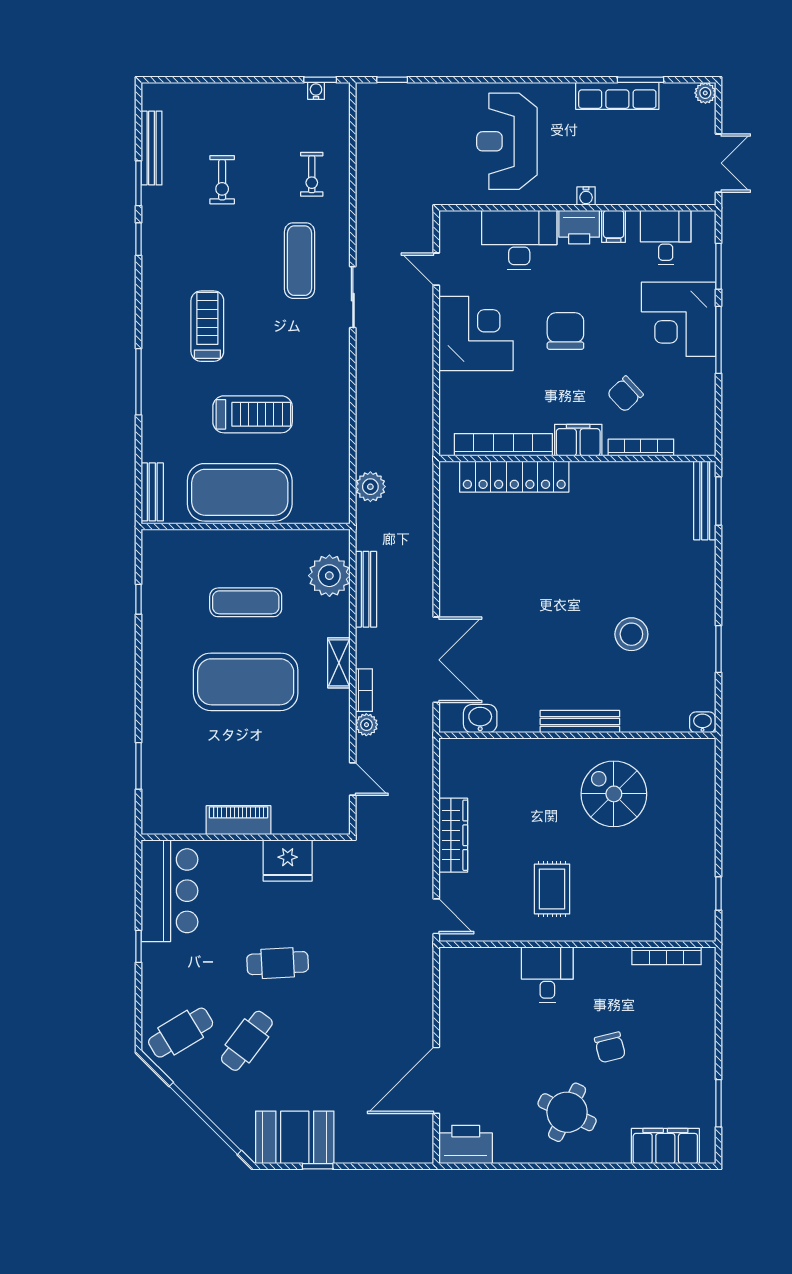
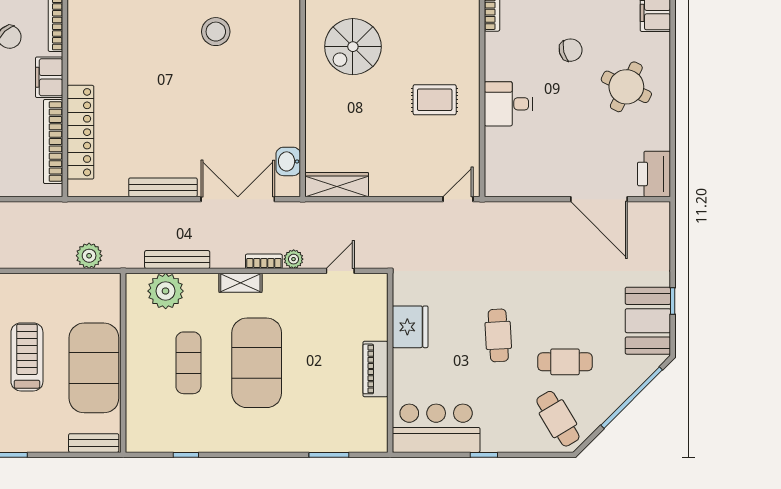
bench: (580, 722) -> (163, 187), moved, turned 90
wardrobe: (453, 835) -> (337, 185), moved
cafe table: (247, 1041) -> (565, 362), turned -37

